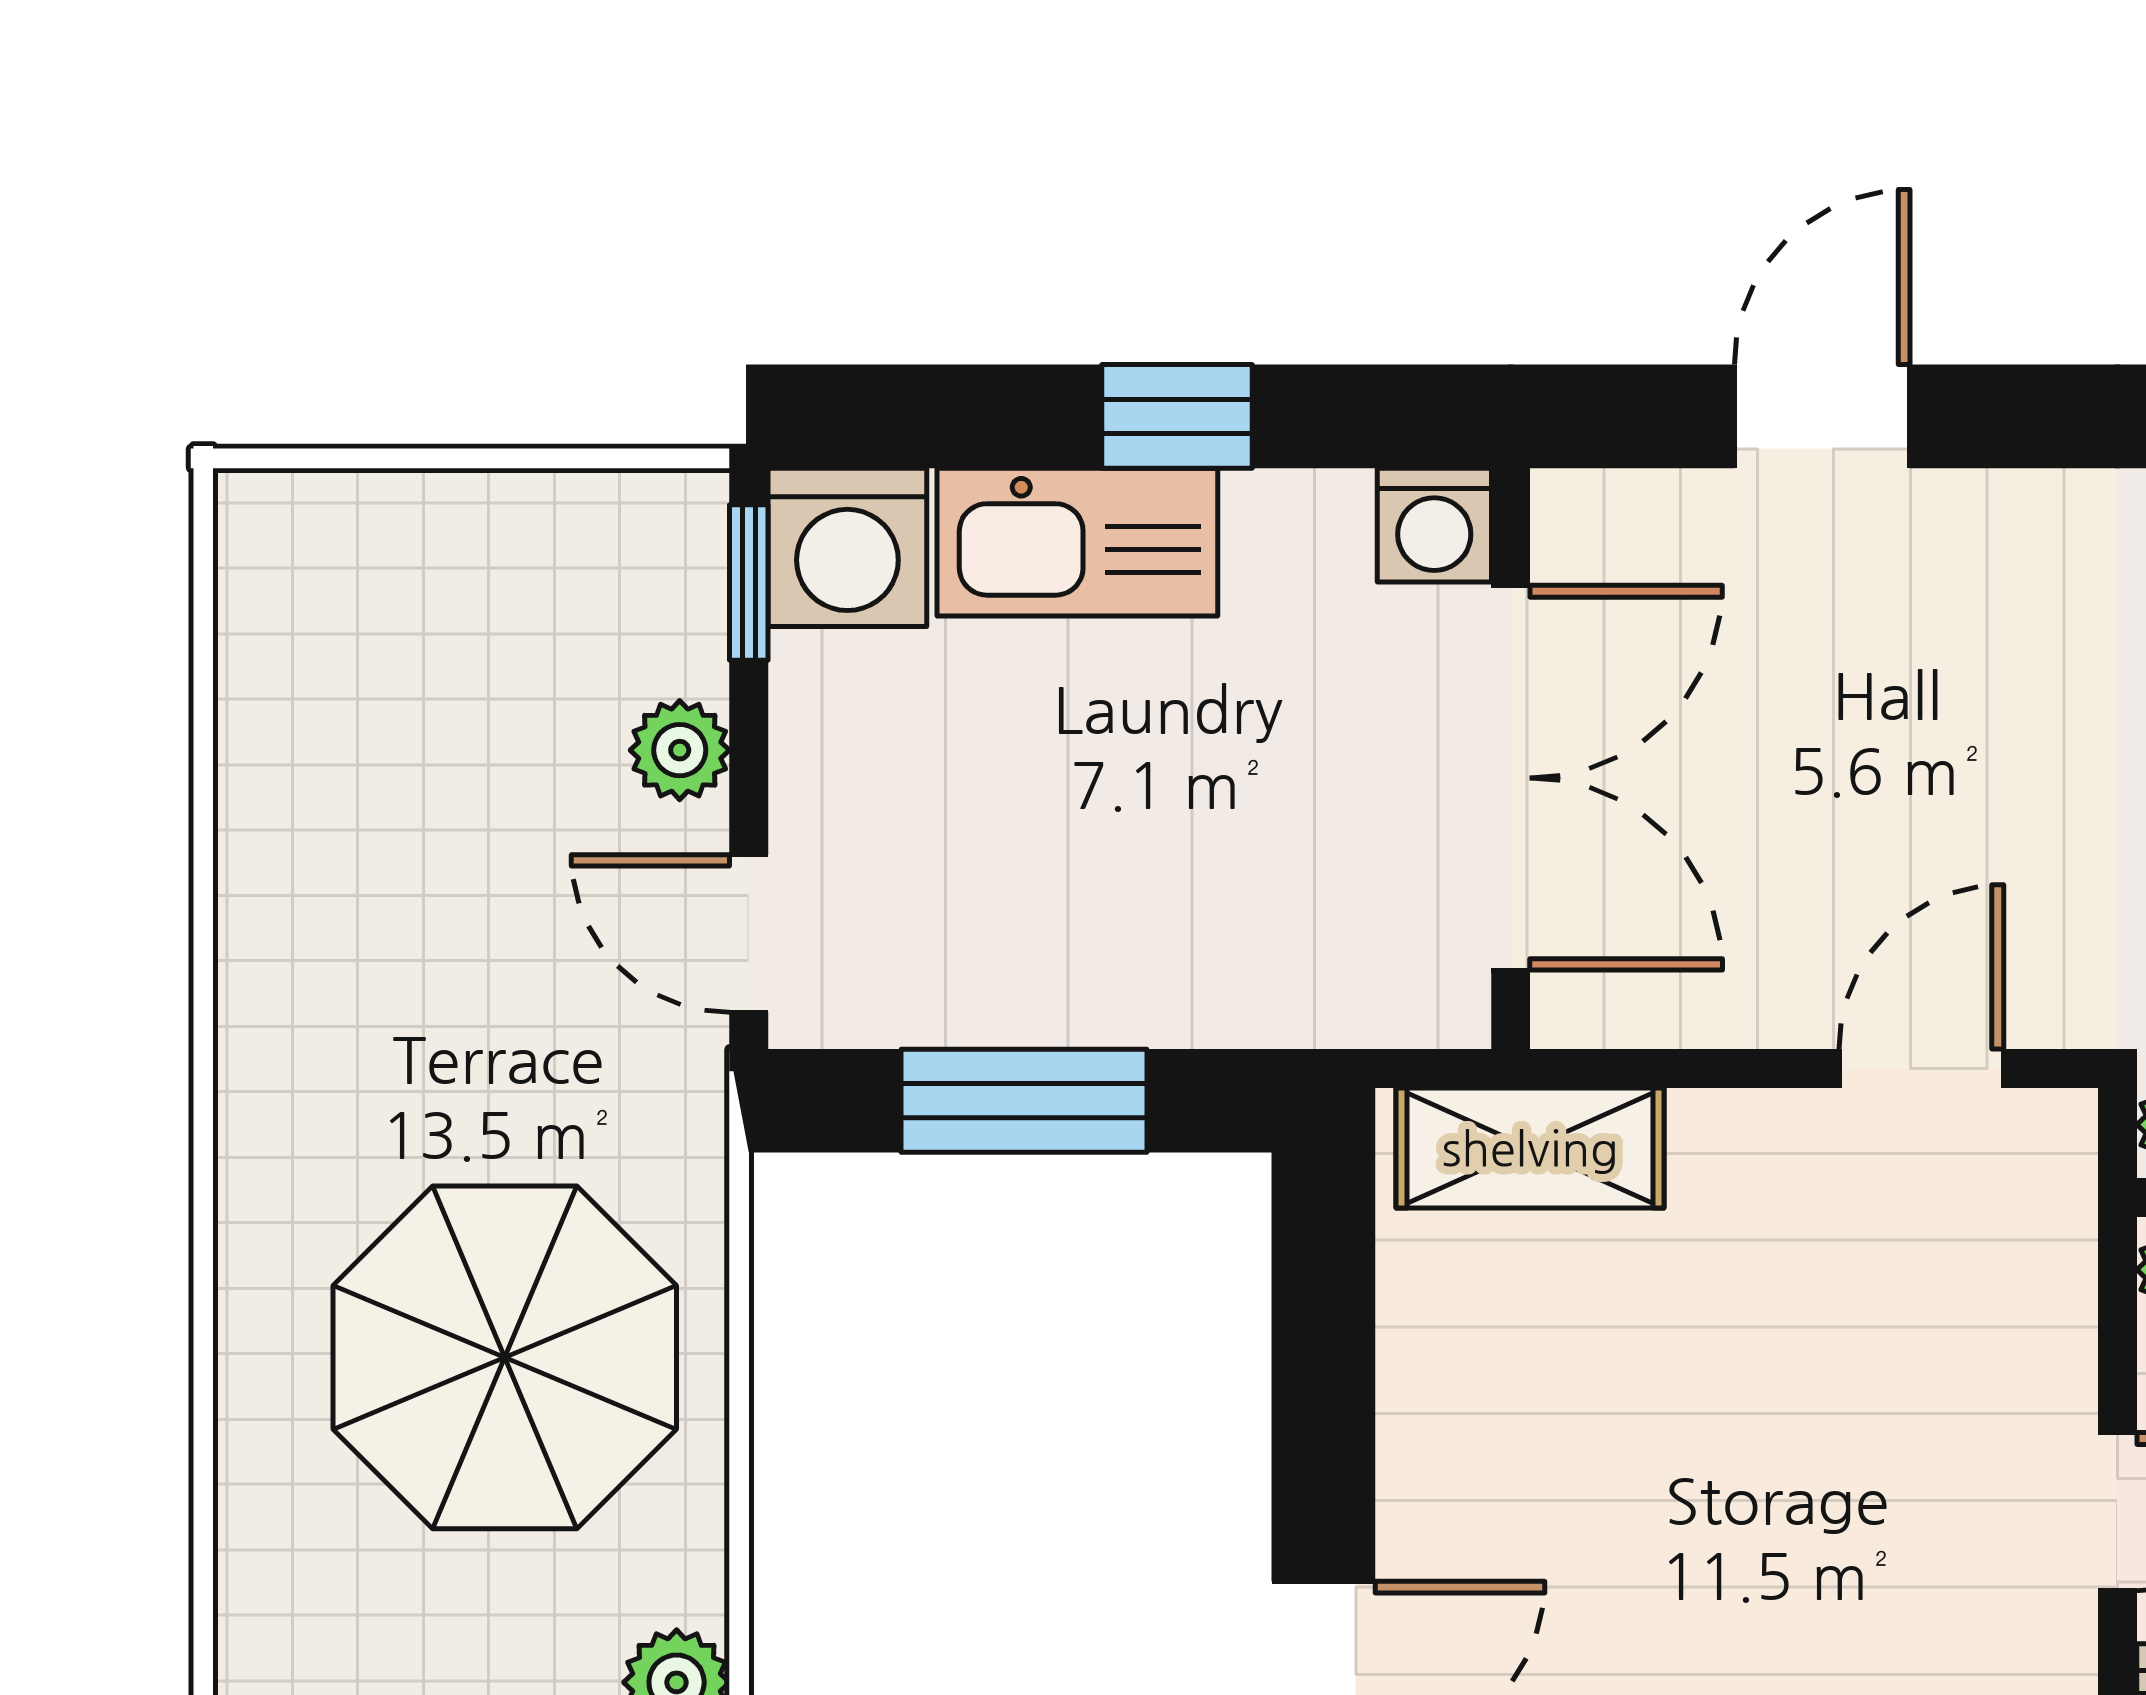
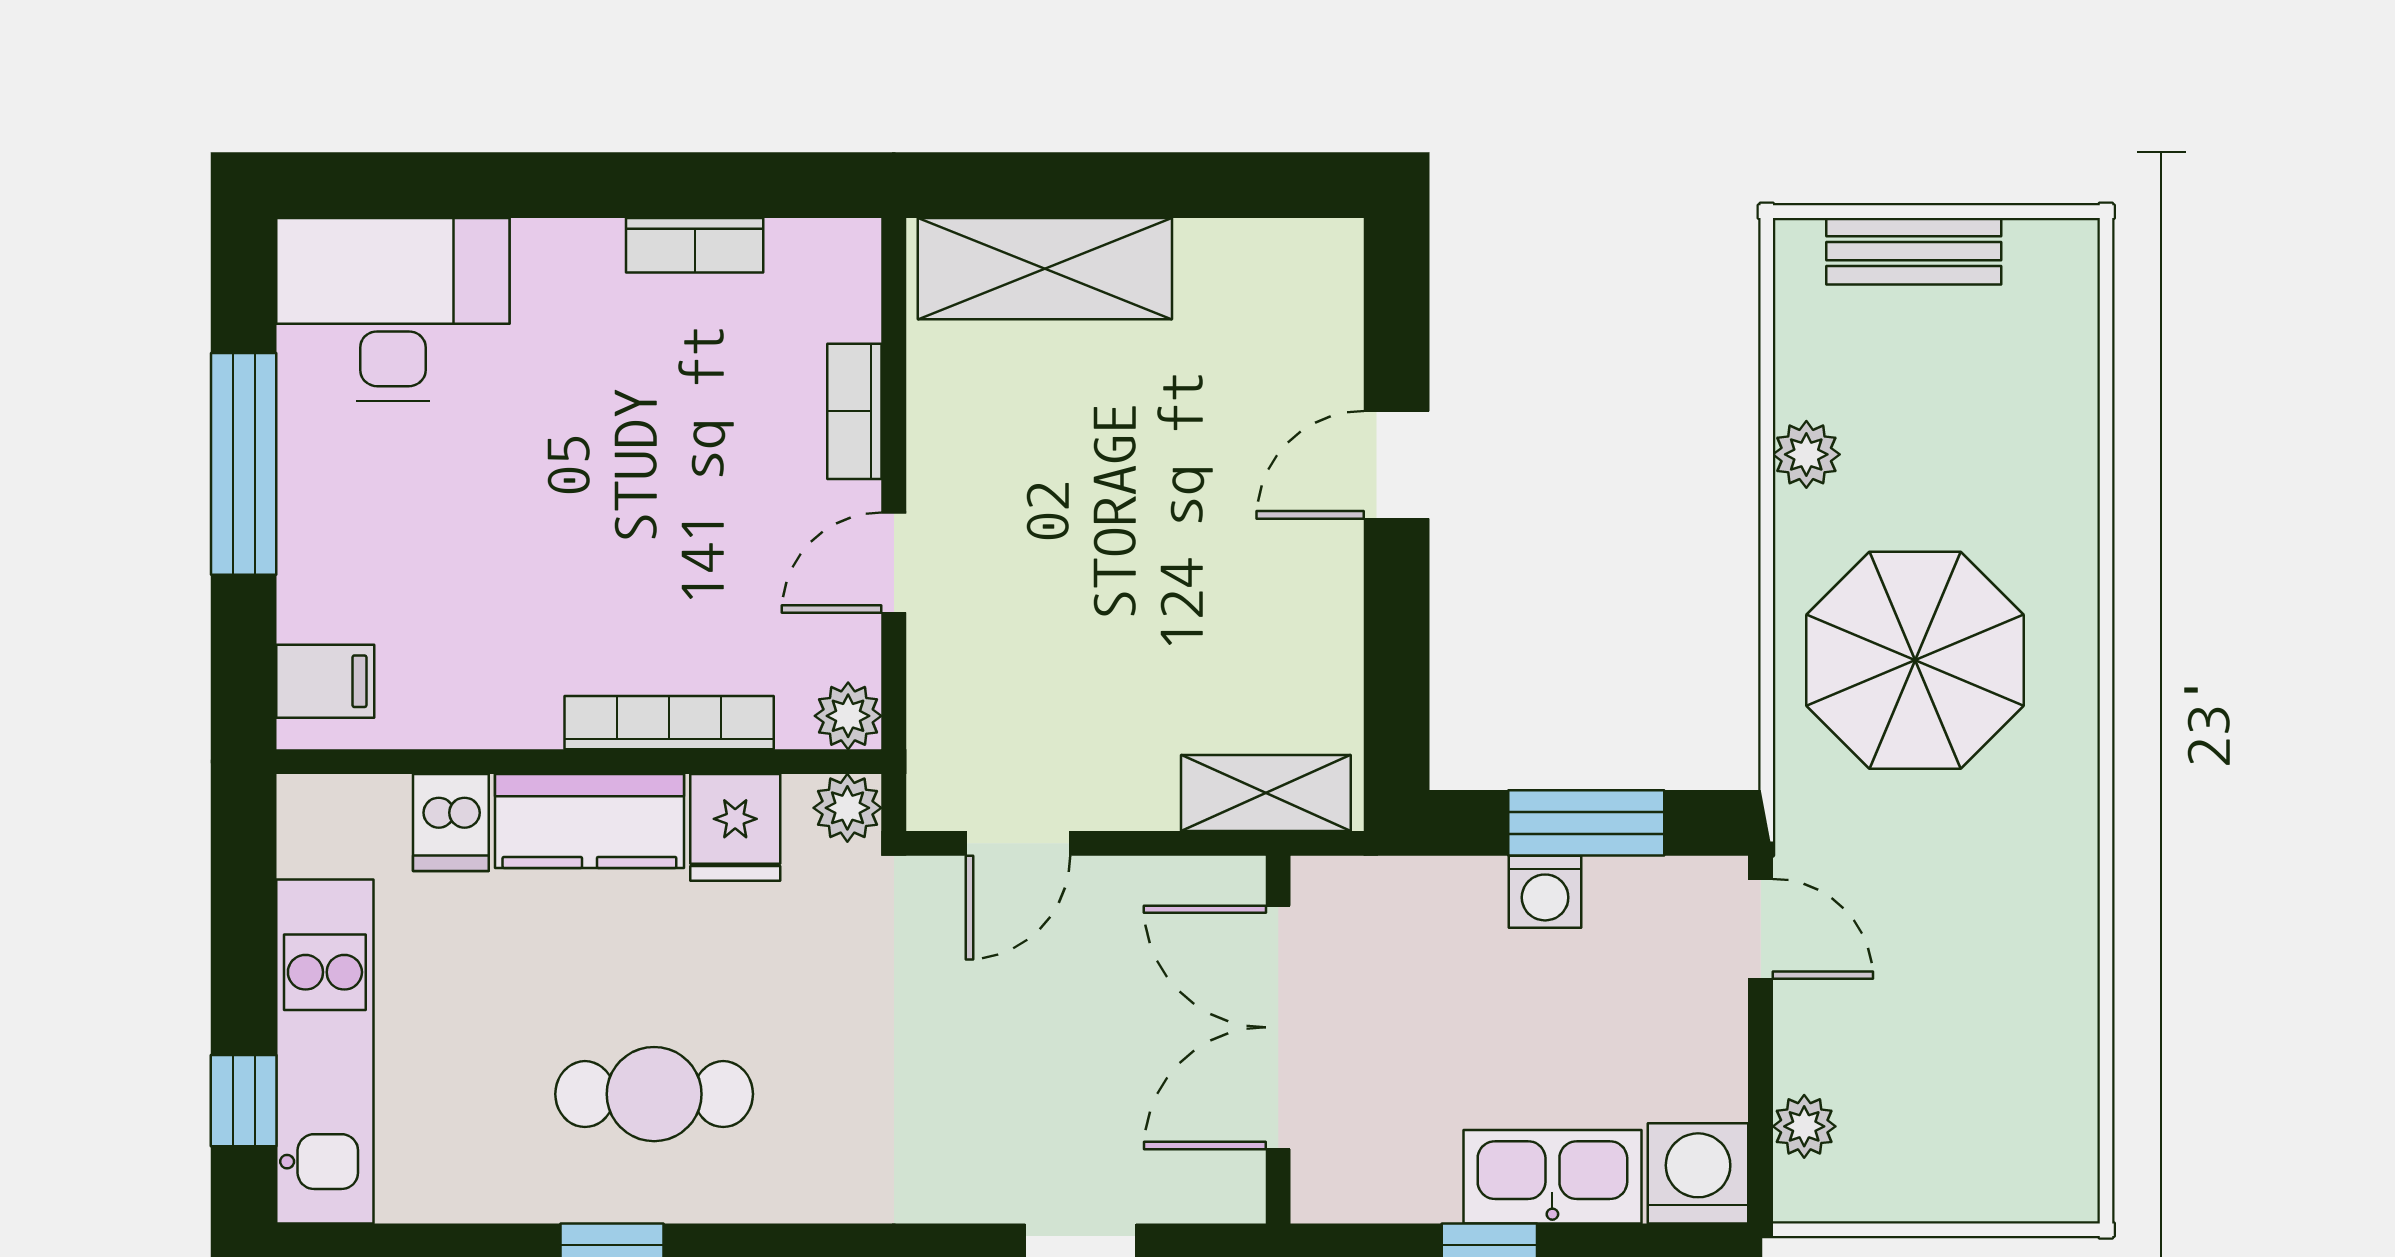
washing machine: (1434, 525) -> (1545, 892), moved, turned 180
window: (749, 582) -> (1761, 1151), removed
plant: (680, 750) -> (1804, 1126), moved

